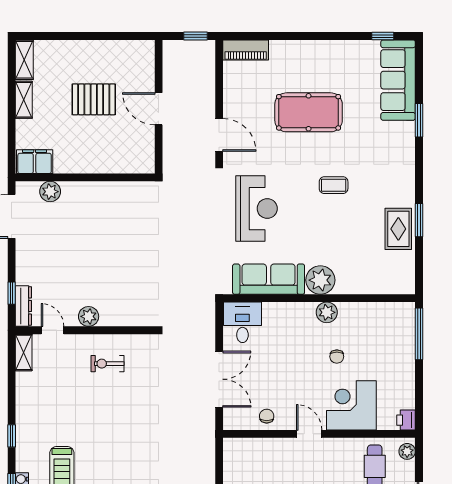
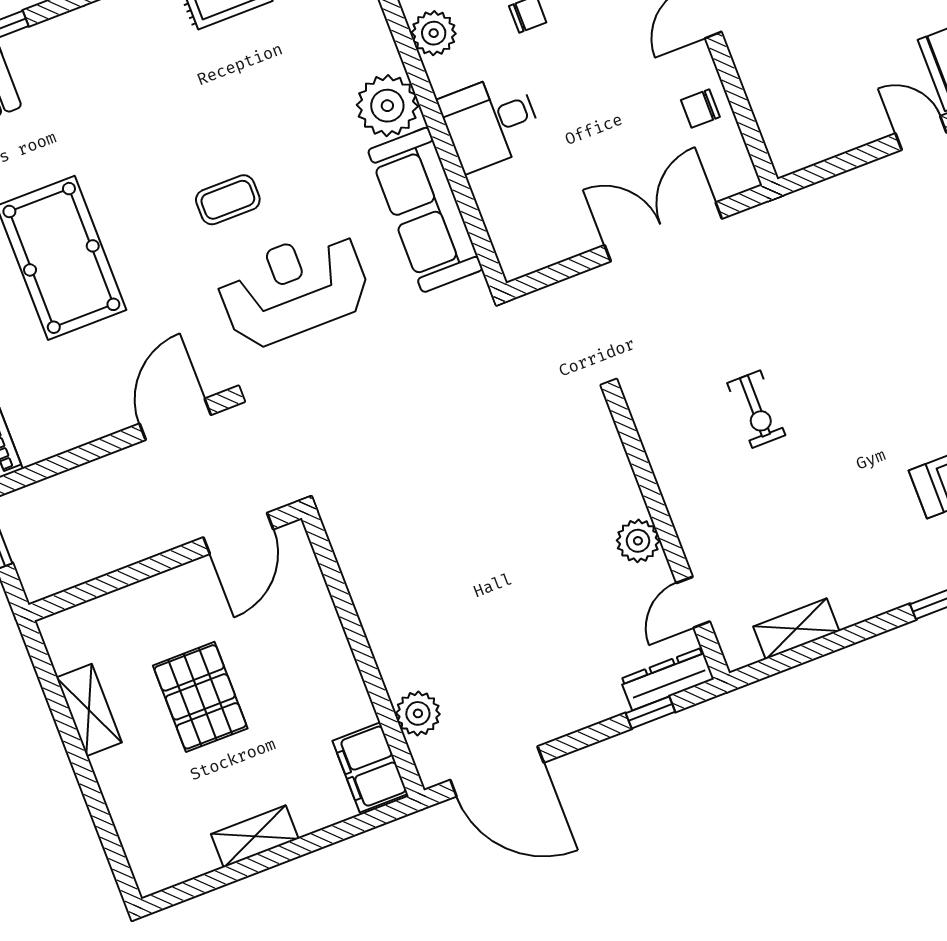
shelving: (24, 60) -> (89, 710), moved, turned 90
door: (159, 109) -> (238, 533), moved
coffee table: (334, 185) -> (228, 200), moved, turned 90
plant: (327, 312) -> (434, 33), moved
desk: (242, 322) -> (491, 122), moved
shelving: (24, 352) -> (796, 629), moved
exercise bike: (108, 364) -> (756, 409), moved

